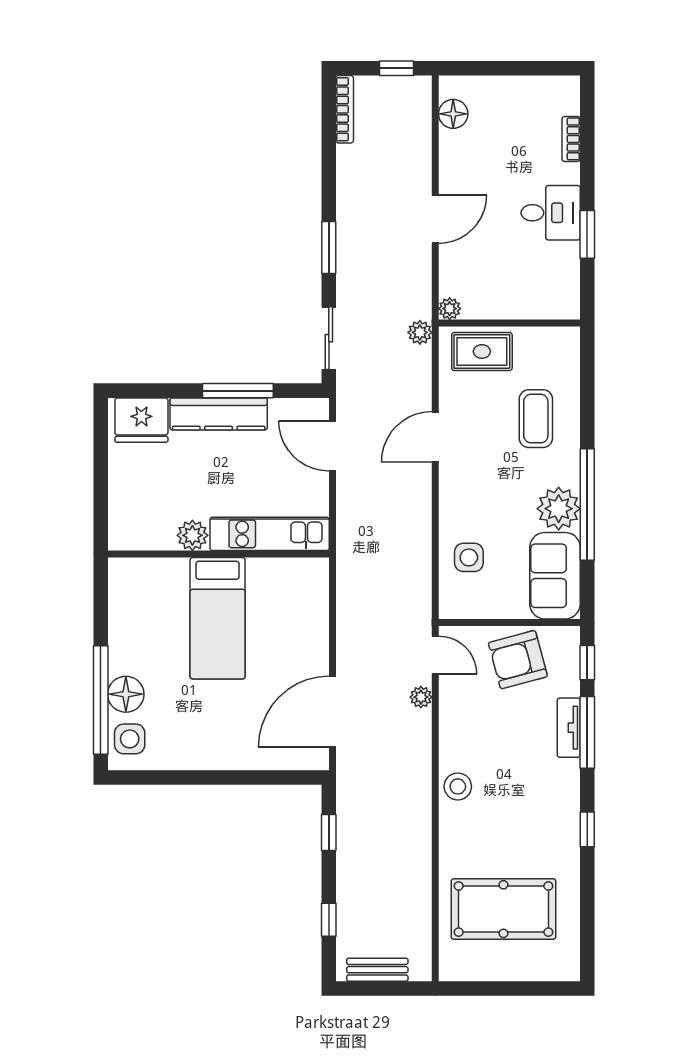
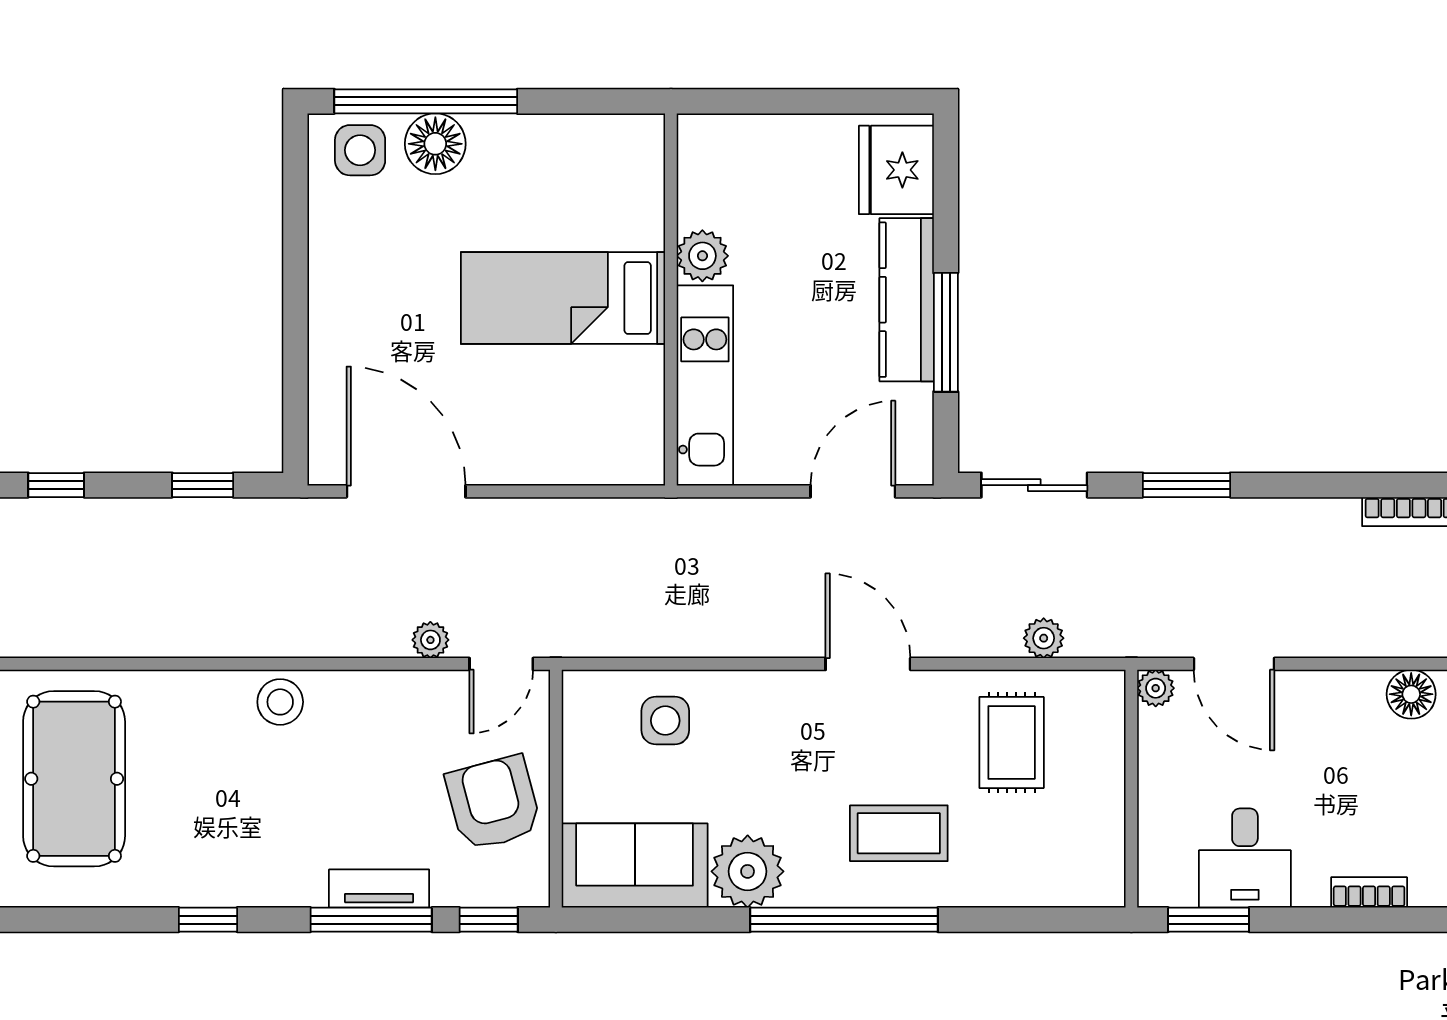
plant: (450, 309) -> (1156, 688), moved
wall: (509, 323) -> (1131, 789), moved
window: (587, 505) -> (844, 920), moved

